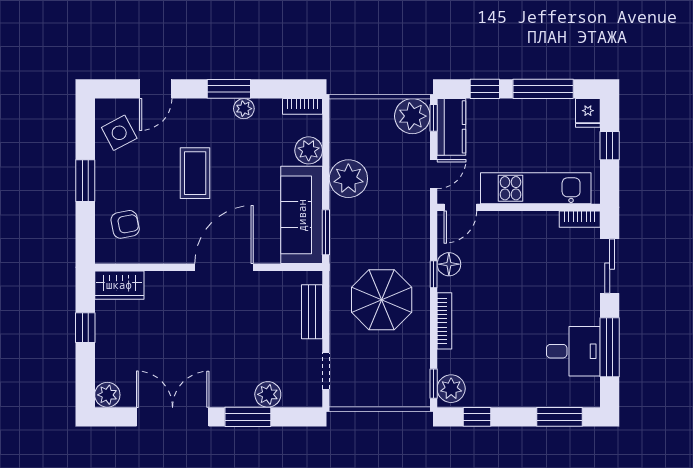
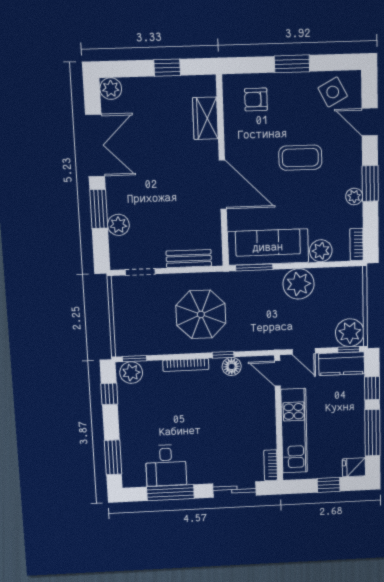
armchair: (125, 224) -> (256, 99), turned 101
wardrobe: (119, 285) -> (205, 118), moved

